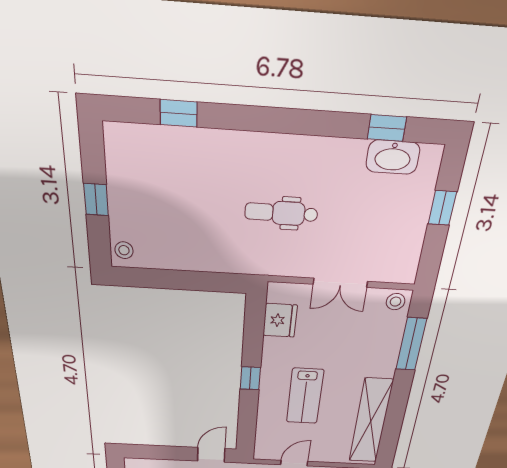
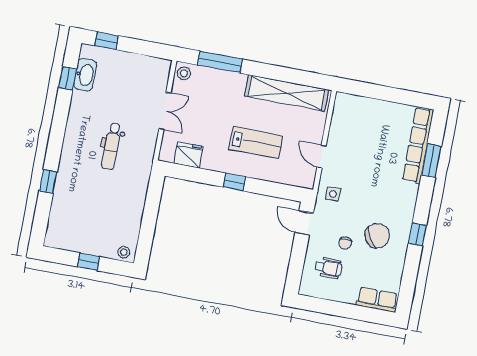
window: (179, 113) -> (48, 181), moved
window: (442, 208) -> (106, 41), moved

